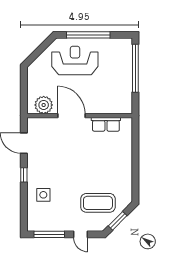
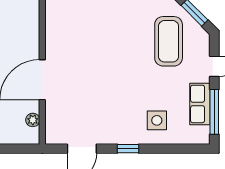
plant: (44, 105) -> (33, 120), width x0.53, depth x0.53
row of seats: (106, 124) -> (200, 104), moved, turned 180

